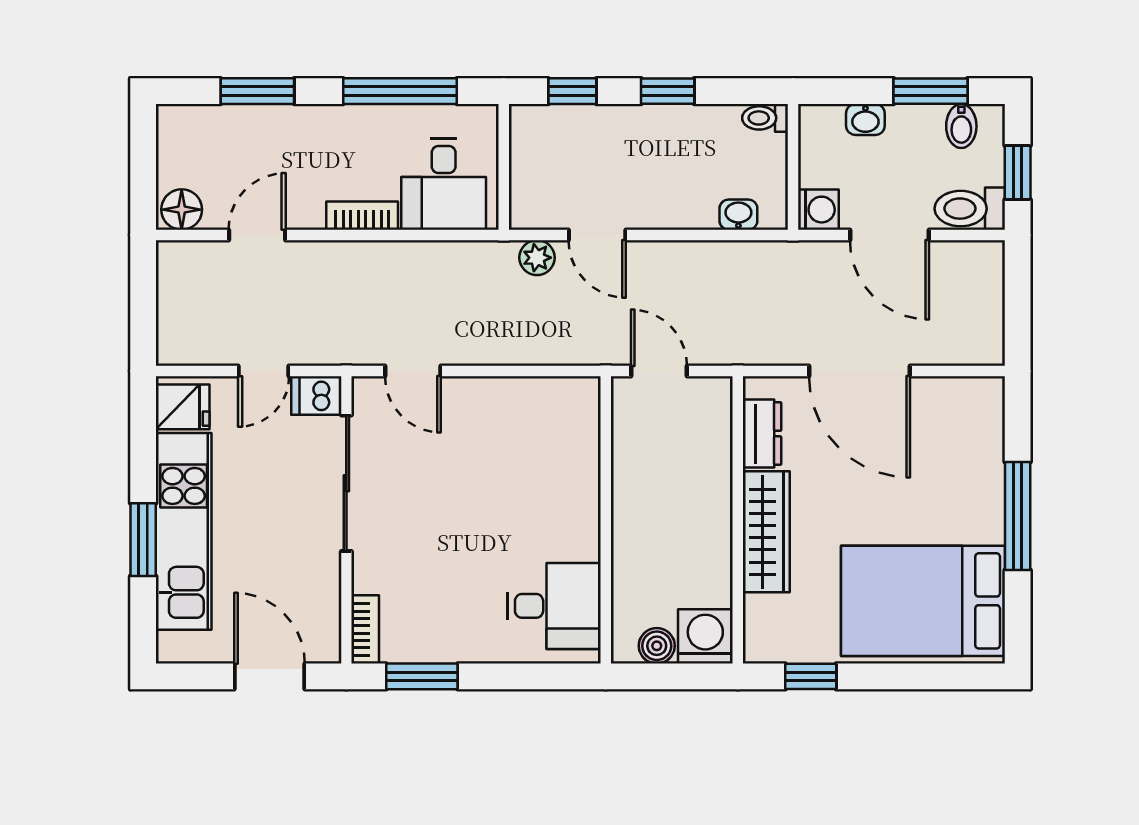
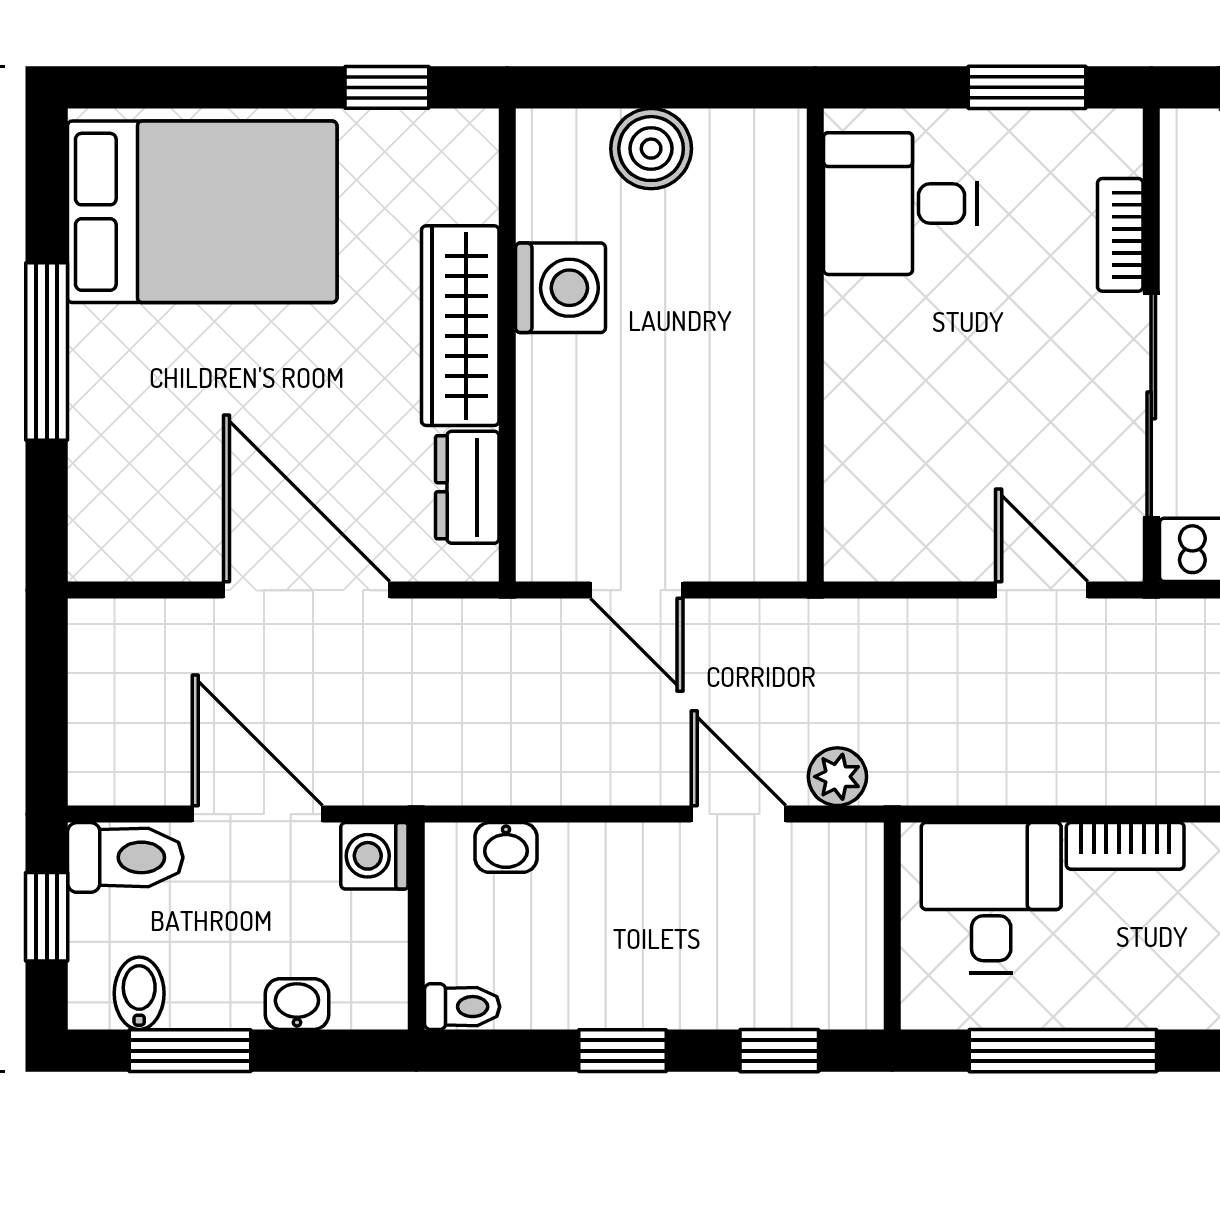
wall: (606, 520) -> (815, 345), moved
desk: (554, 606) -> (900, 204), moved
bookcase: (365, 629) -> (1120, 235), moved
washing machine: (705, 636) -> (560, 288), moved, turned -90
boiler: (657, 646) -> (651, 149), width x1.36, depth x1.36

